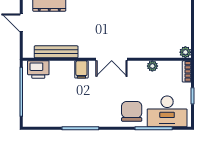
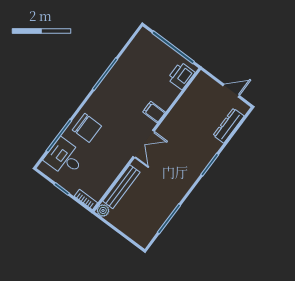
bench: (56, 52) -> (121, 187), moved
double door: (112, 59) -> (144, 144), swing flipped
plant: (152, 66) -> (112, 174), removed
desk: (167, 111) -> (65, 158), width x0.73

